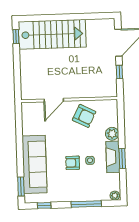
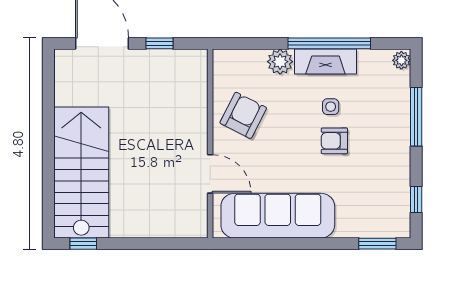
window: (122, 159) -> (329, 43), width x2.11
armchair: (73, 163) -> (334, 141), turned 90
sofa: (35, 164) -> (278, 216), moved

